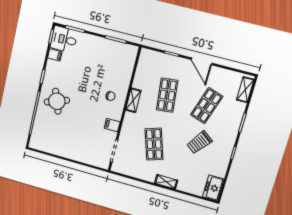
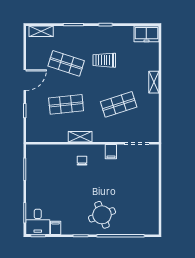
trolley: (199, 142) -> (104, 60), turned 143

